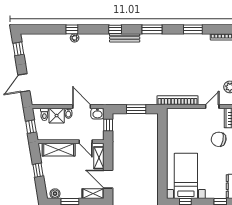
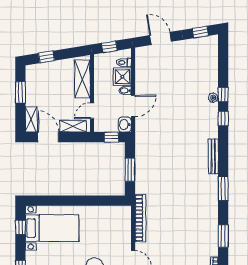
window: (115, 29) -> (223, 119), moved
window: (38, 170) -> (46, 57), moved
door: (108, 179) -> (48, 137), hinge flipped
boiler: (55, 194) -> (31, 75), removed

